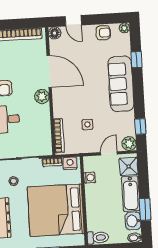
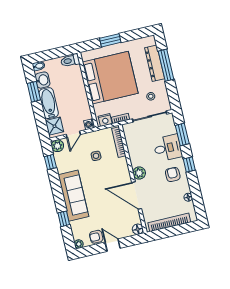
door: (73, 21) -> (113, 245), moved
washing machine: (90, 178) -> (89, 124), moved

